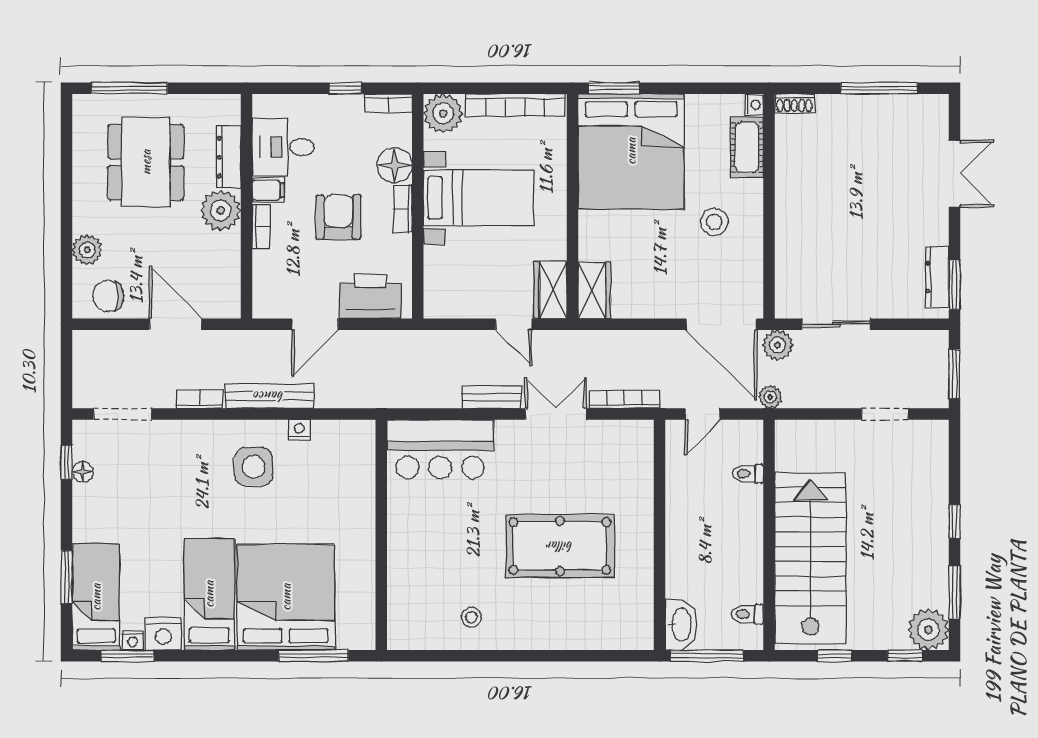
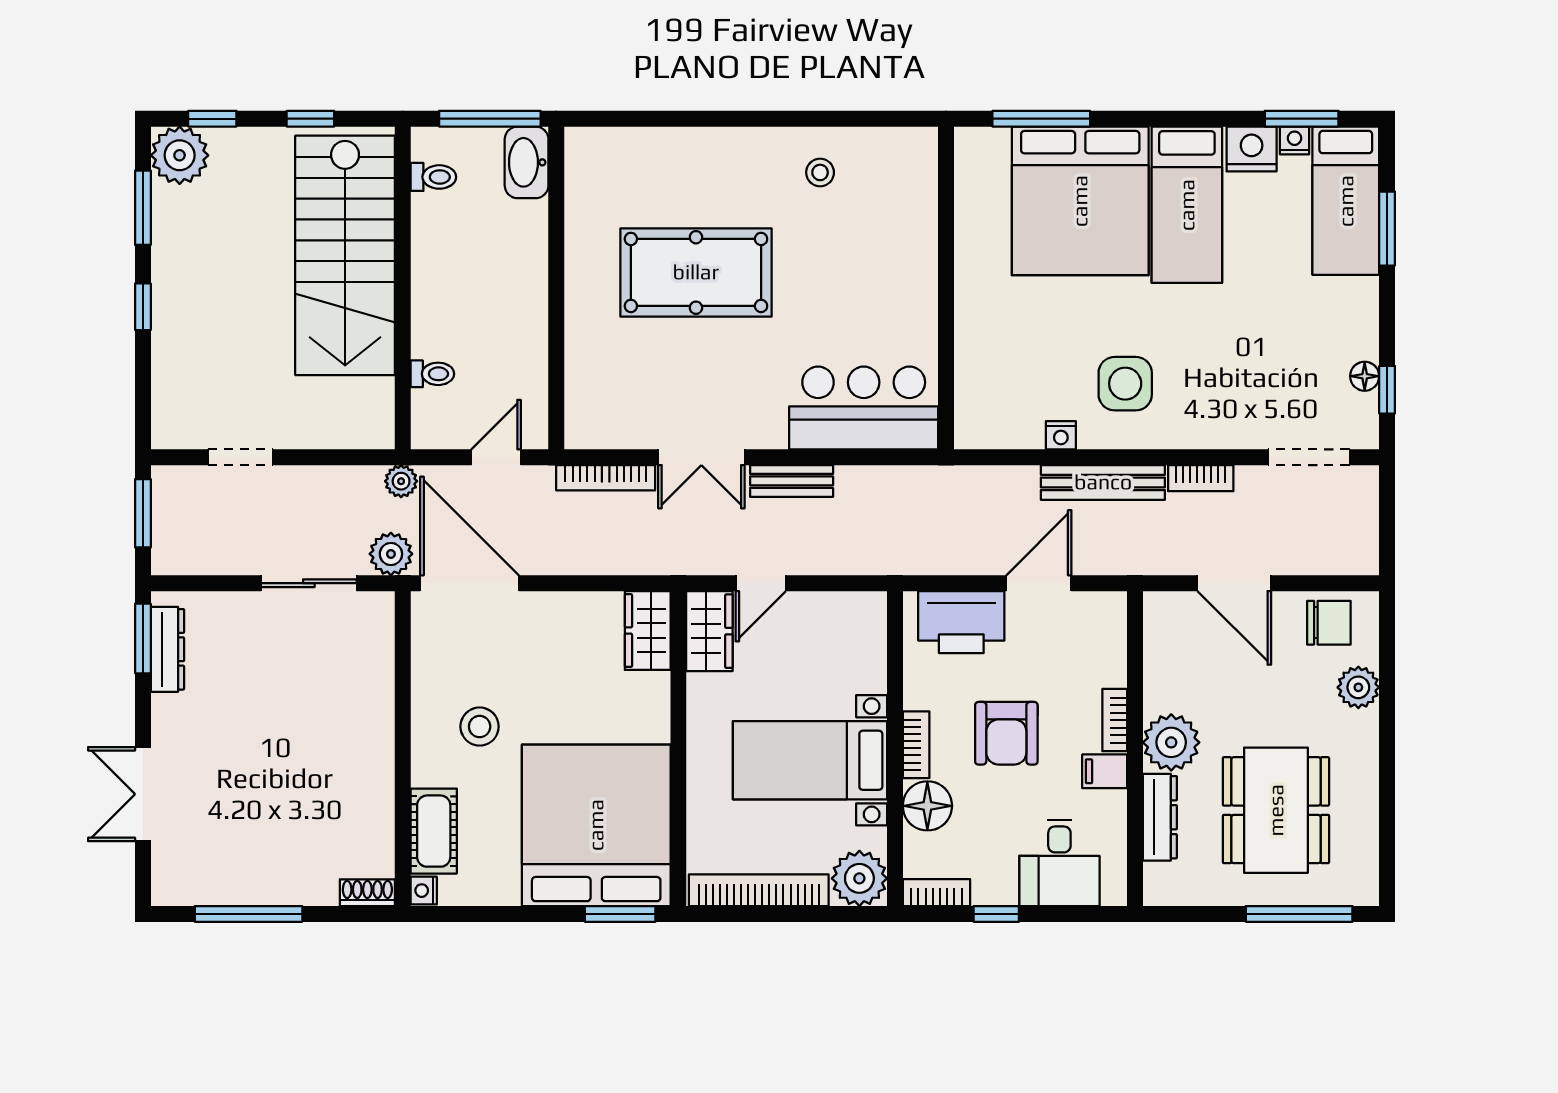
desk: (283, 147) -> (1059, 863), moved, turned 90
door: (514, 324) -> (761, 583), swing flipped

